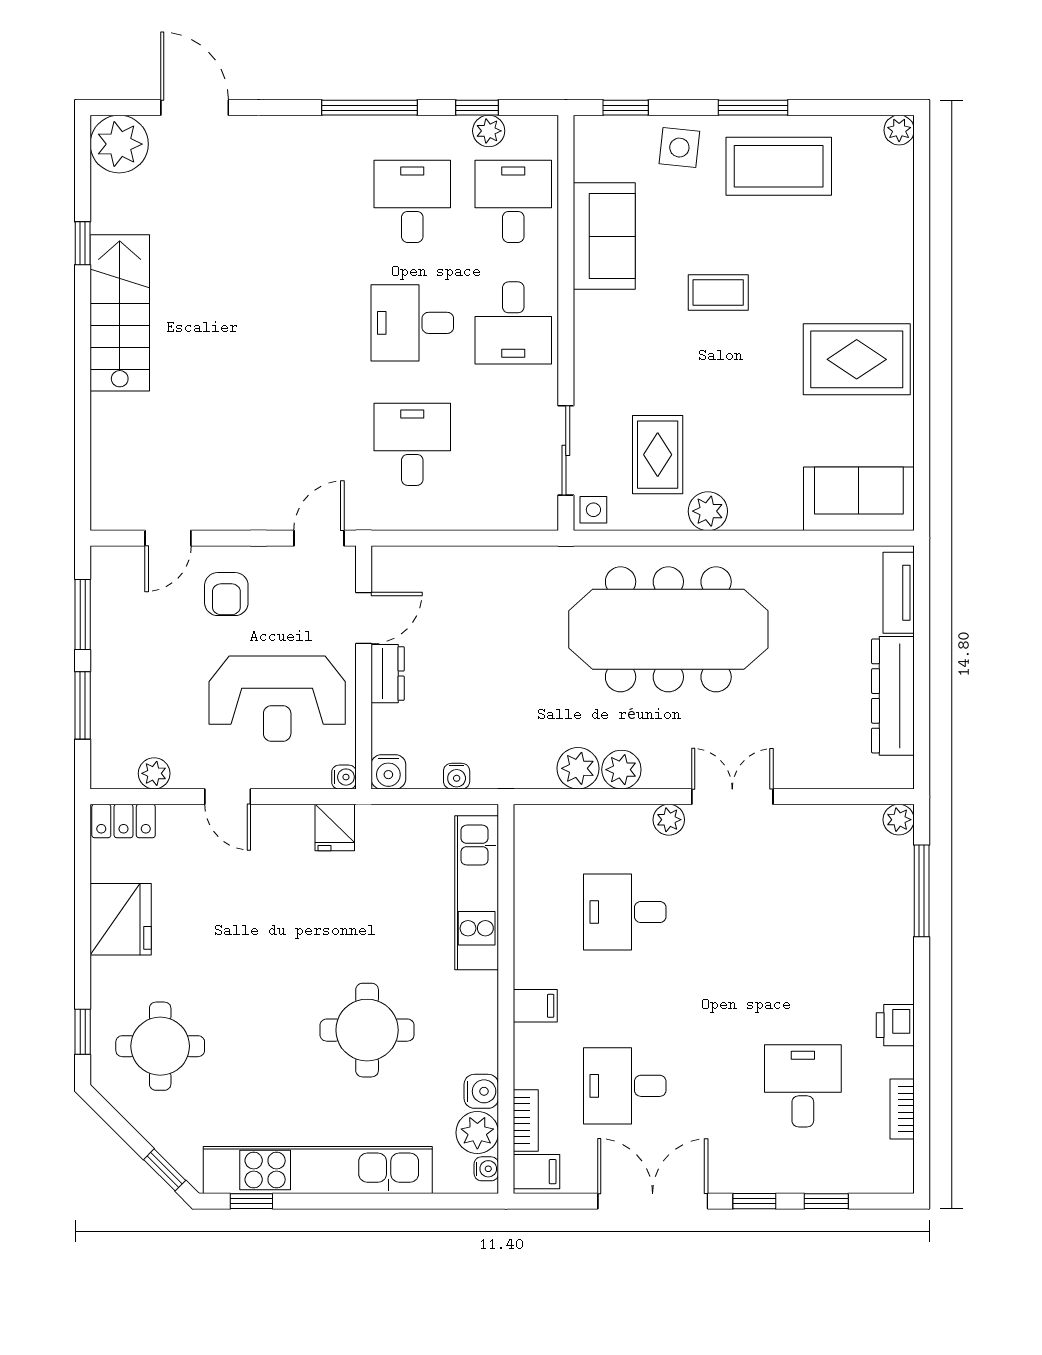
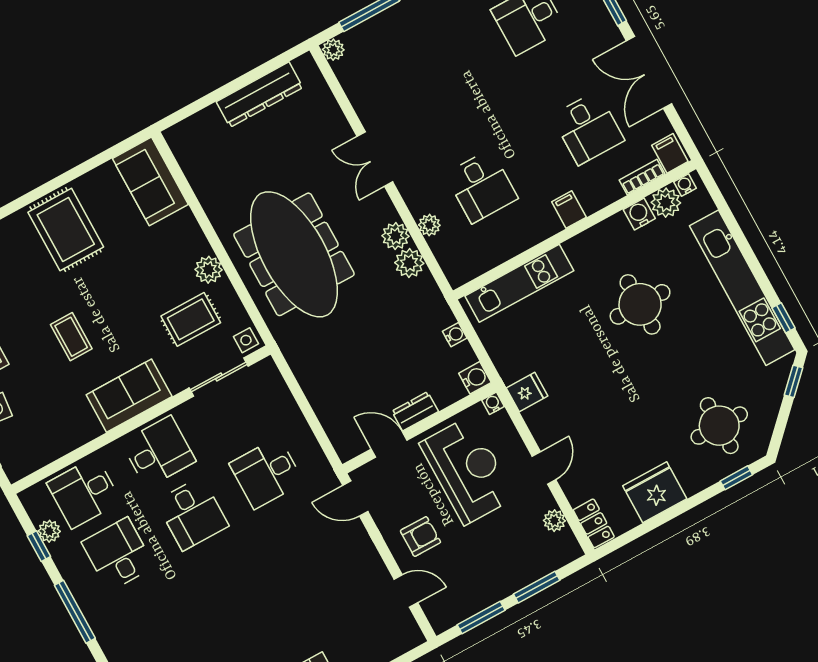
desk: (412, 201) -> (118, 554), turned 90
sofa: (604, 236) -> (129, 396), moved
tv unit: (899, 593) -> (195, 126), removed
plant: (669, 820) -> (429, 225), moved

